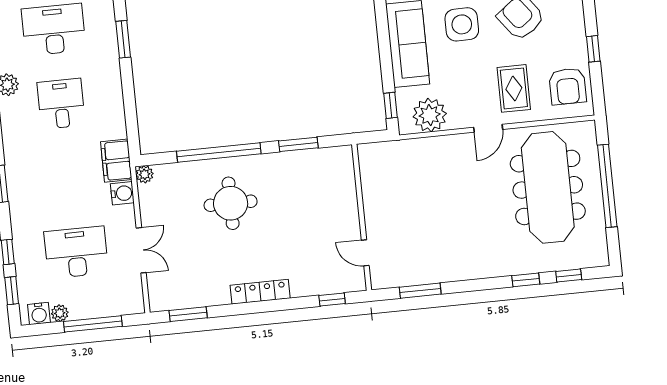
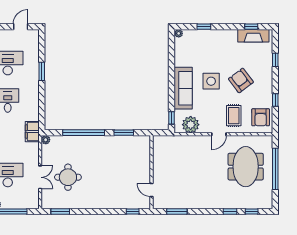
meeting table: (548, 187) -> (246, 167), width x0.73
water cooler: (122, 193) -> (34, 148), removed
round table: (231, 203) -> (68, 177), moved
locker: (260, 292) -> (97, 204), removed

